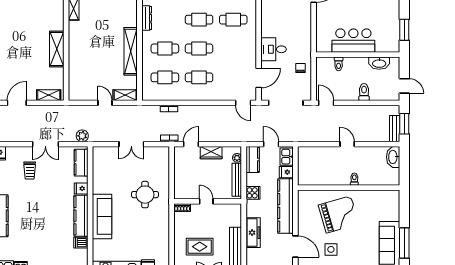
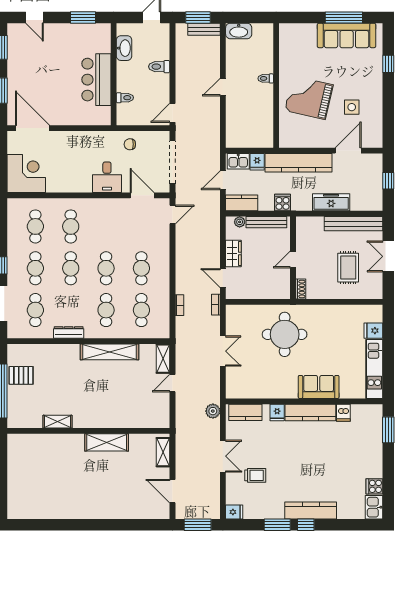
round table: (145, 195) -> (285, 334), width x1.36, depth x1.36
grand piano: (339, 214) -> (309, 98), turned -61
sofa: (102, 216) -> (319, 387), width x0.73

